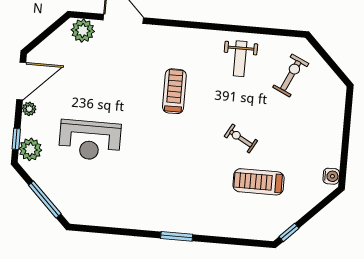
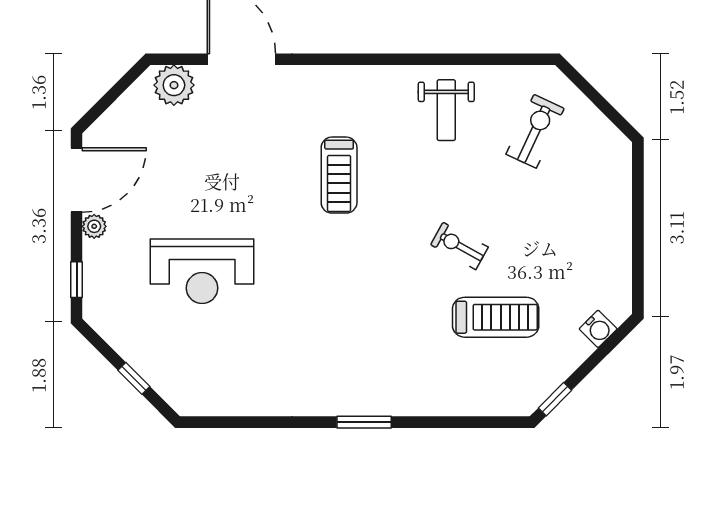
treadmill: (174, 91) -> (339, 175), turned 180
plant: (30, 149) -> (102, 295), removed
water cooler: (331, 176) -> (598, 329), moved, turned 45
treadmill: (259, 182) -> (496, 317), turned 180
window: (45, 199) -> (134, 378), width x0.46

